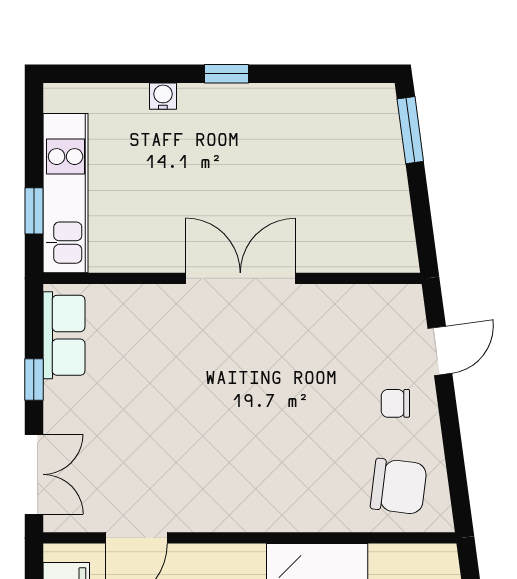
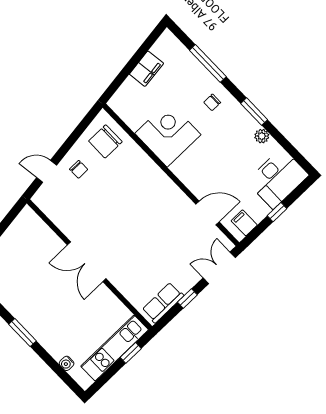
window: (226, 74) -> (22, 333), width x1.50
water cooler: (163, 96) -> (67, 363), moved
chair: (399, 486) -> (105, 141), turned -97

